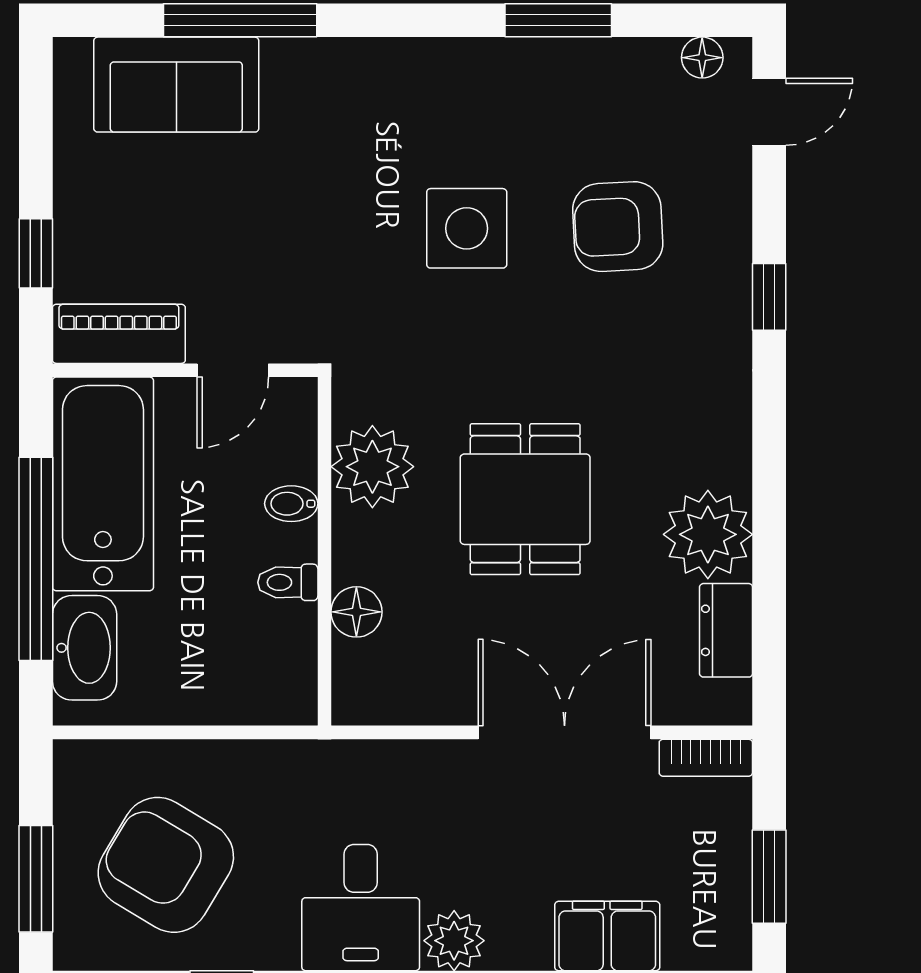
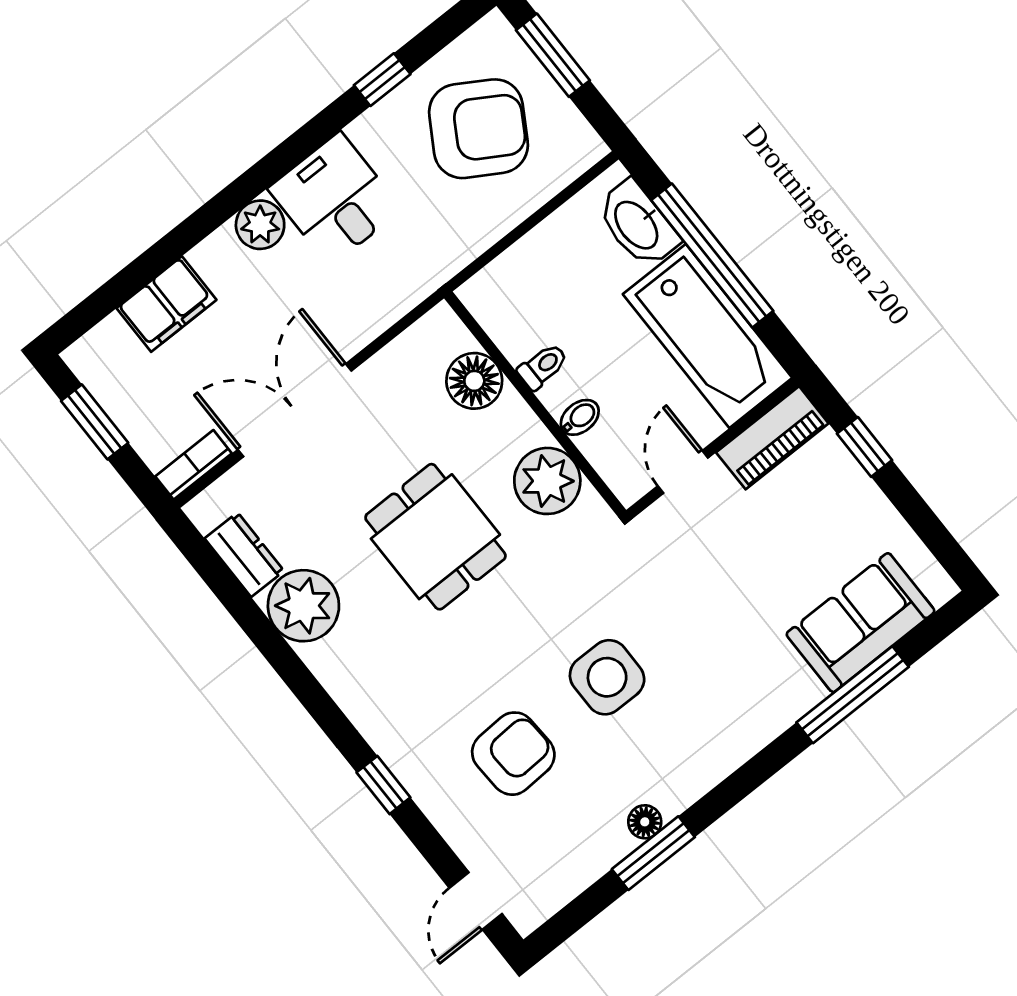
floor lamp: (702, 58) -> (645, 822), moved
floor lamp: (356, 612) -> (474, 381), width x1.38, depth x1.38
double door: (565, 732) -> (295, 410), swing flipped

